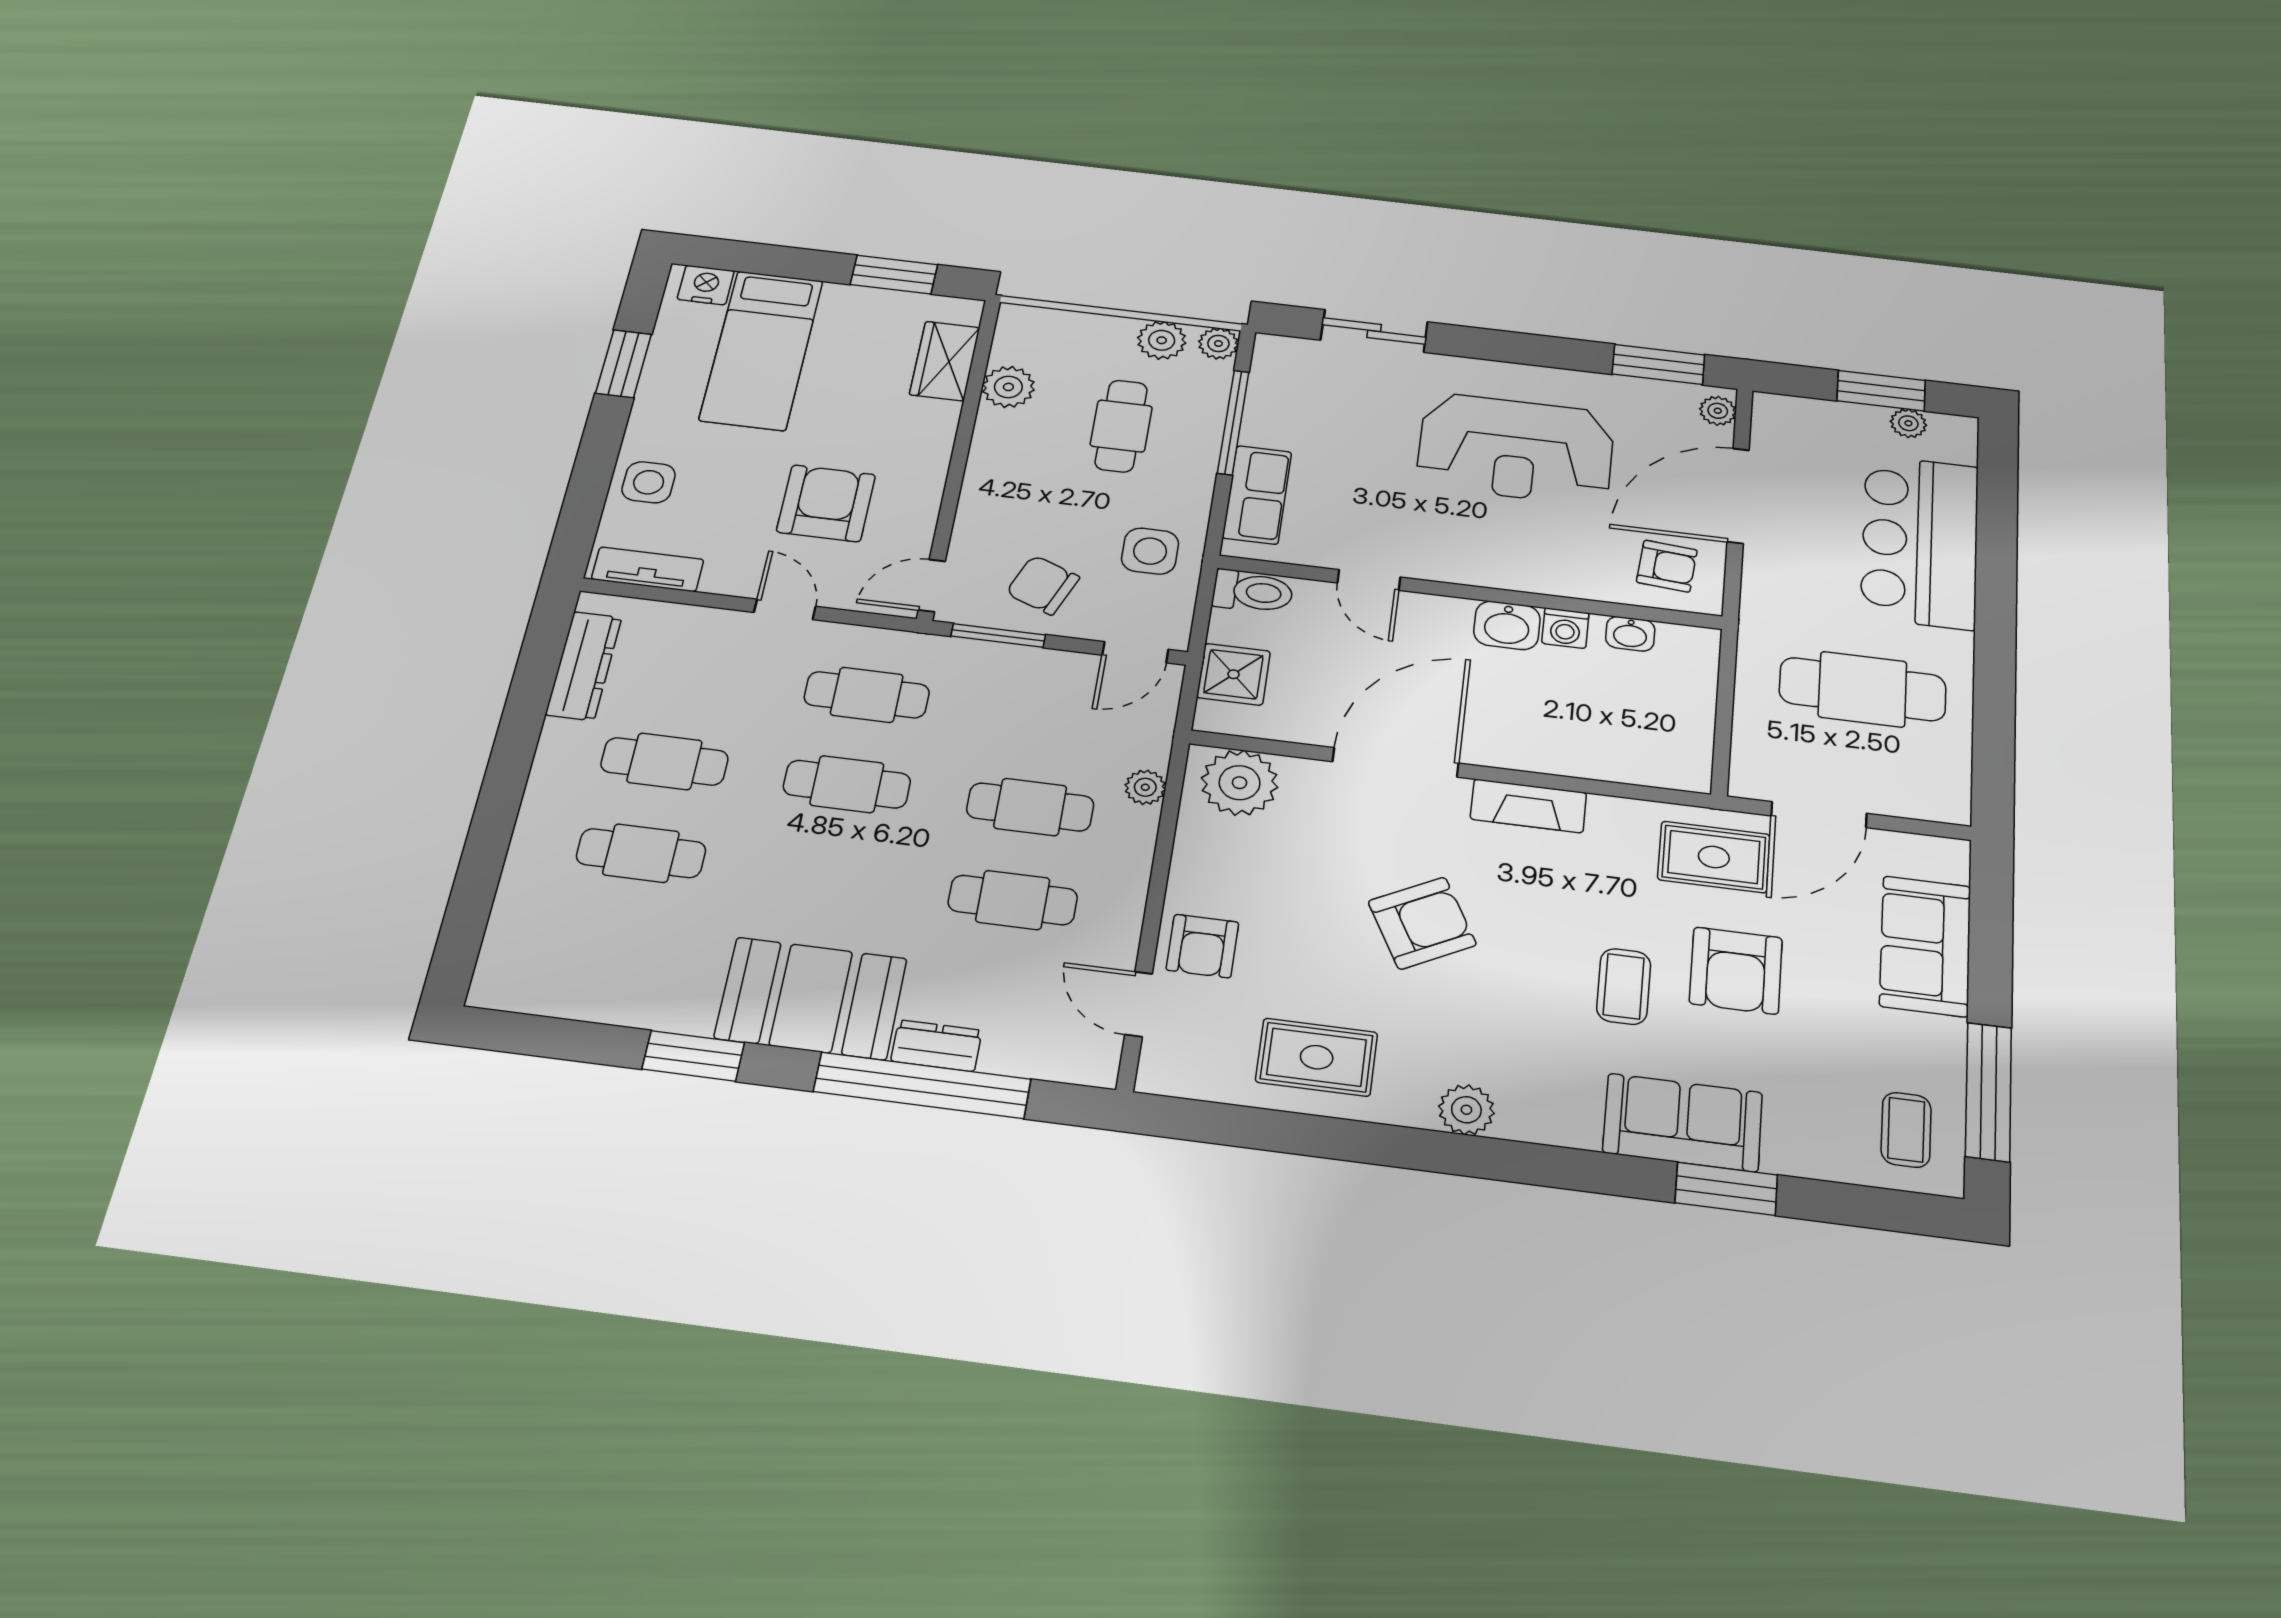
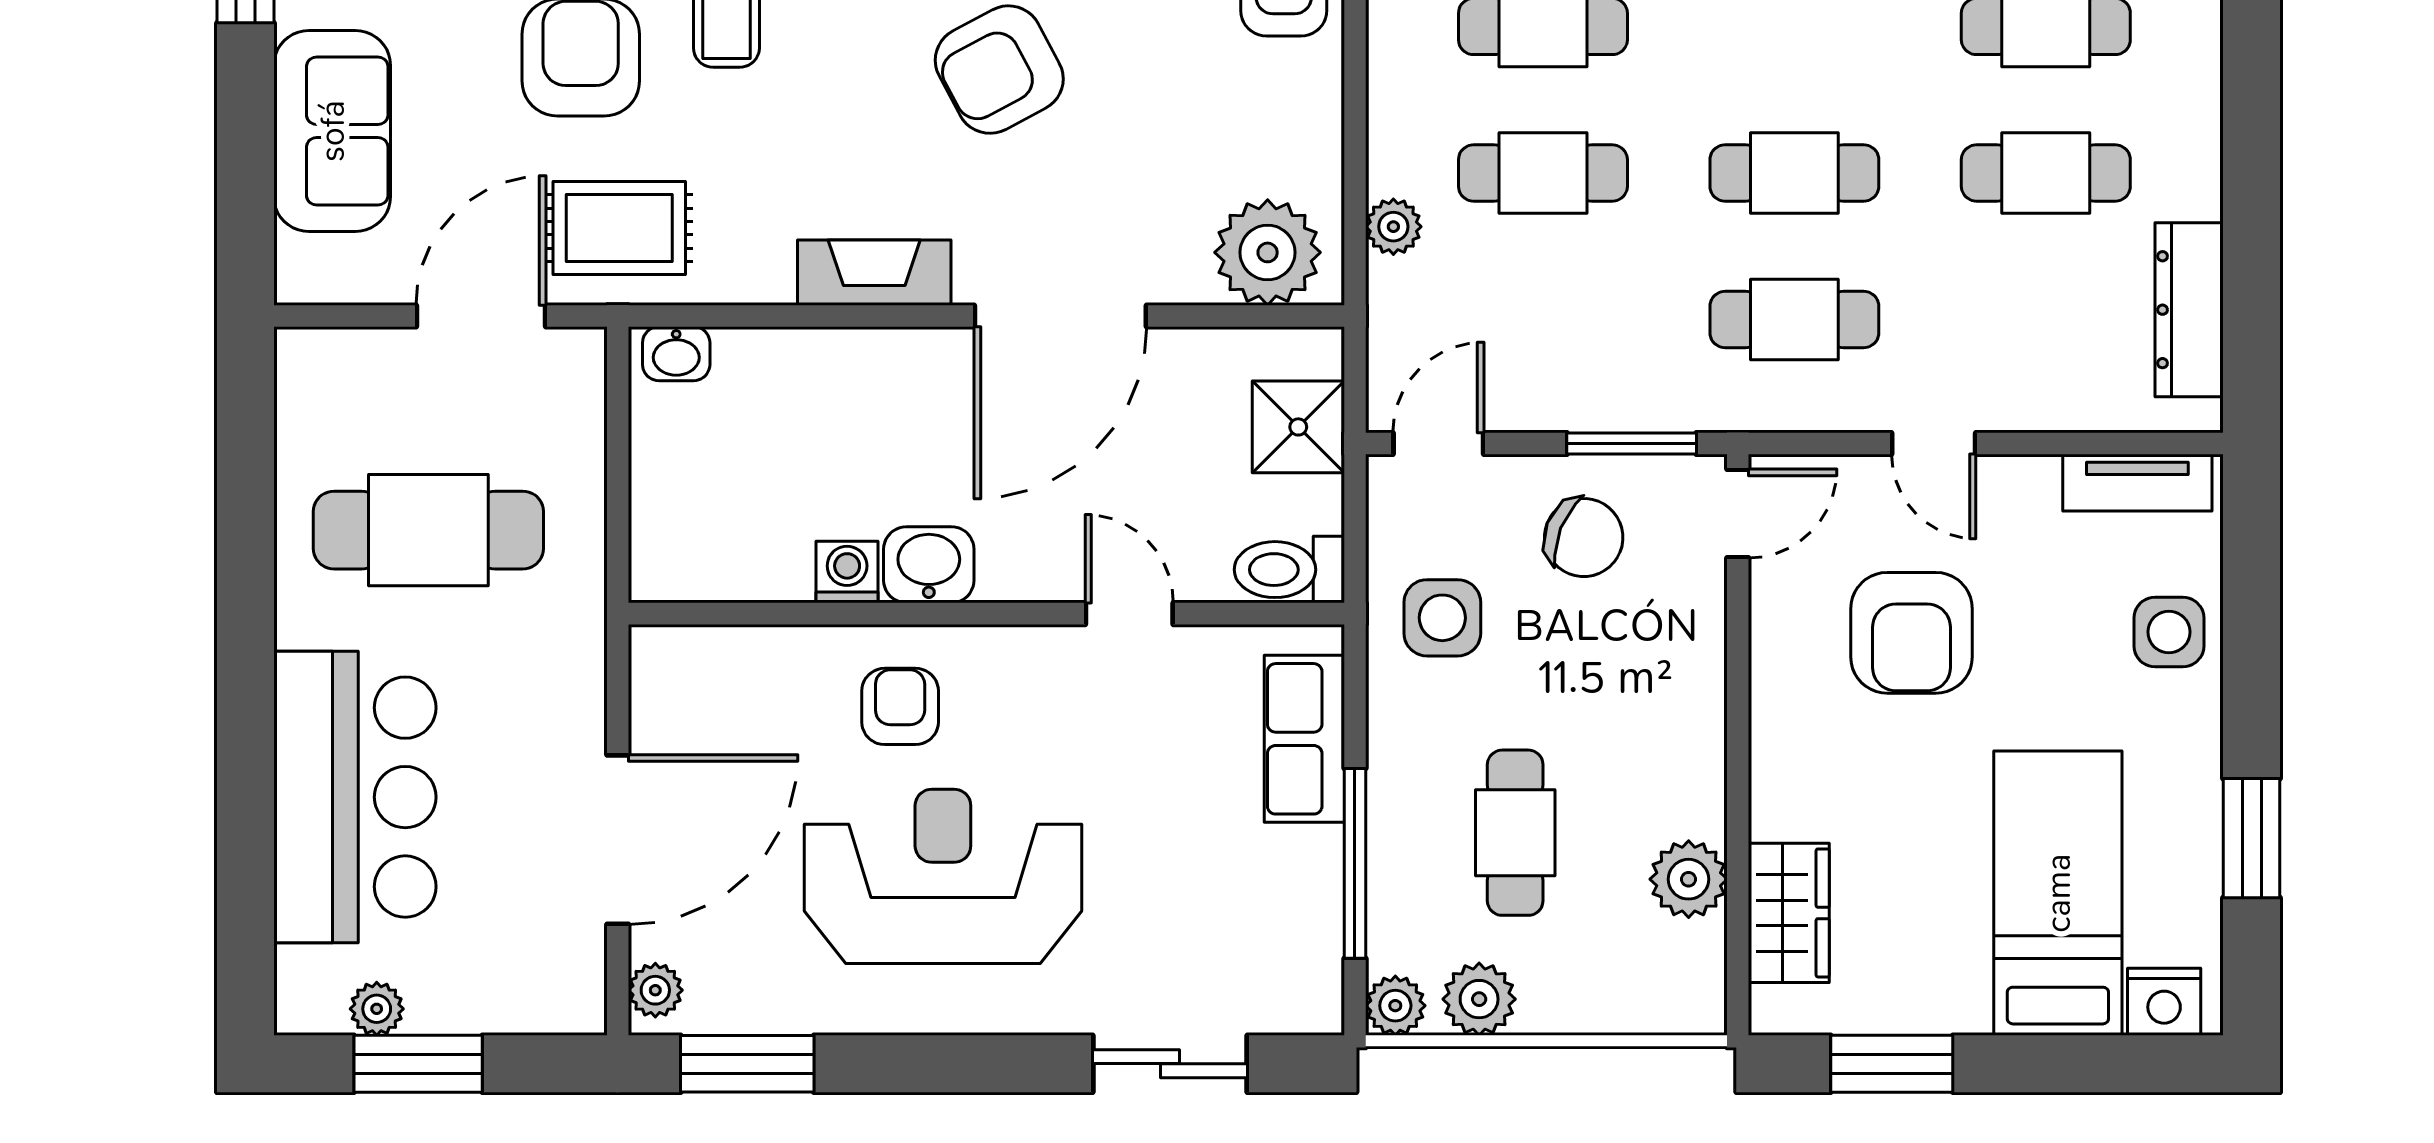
armchair: (1667, 566) -> (900, 706), moved, turned 85
washbasin: (1630, 634) -> (676, 354), moved, turned 180

